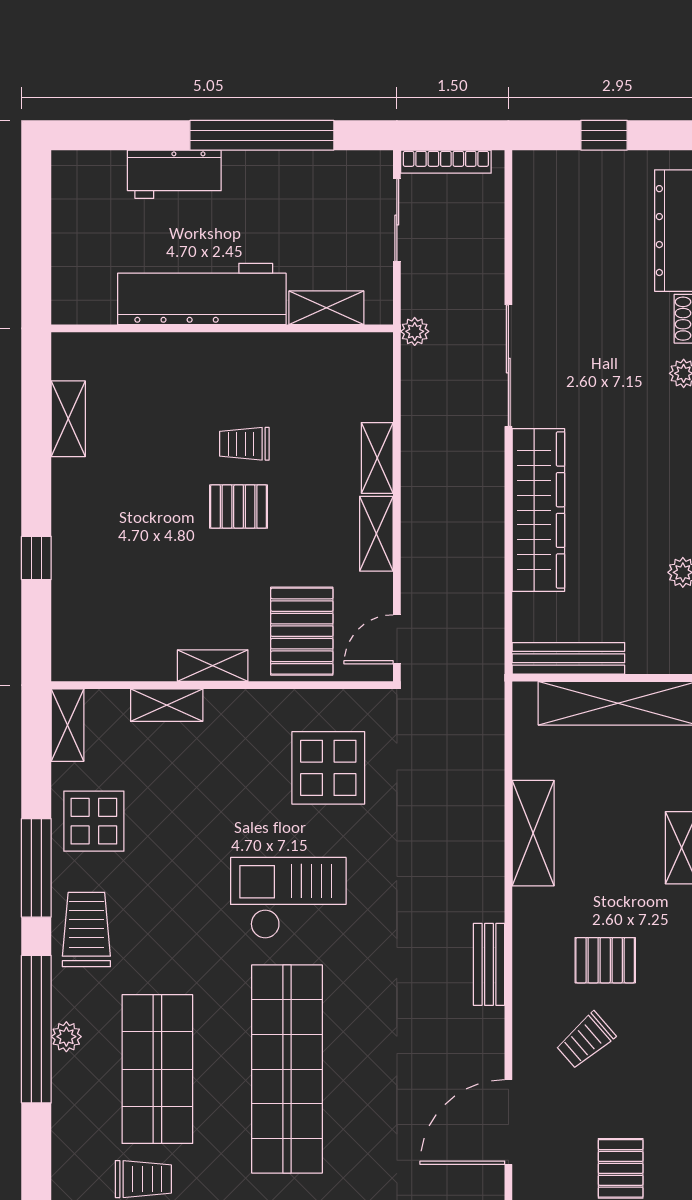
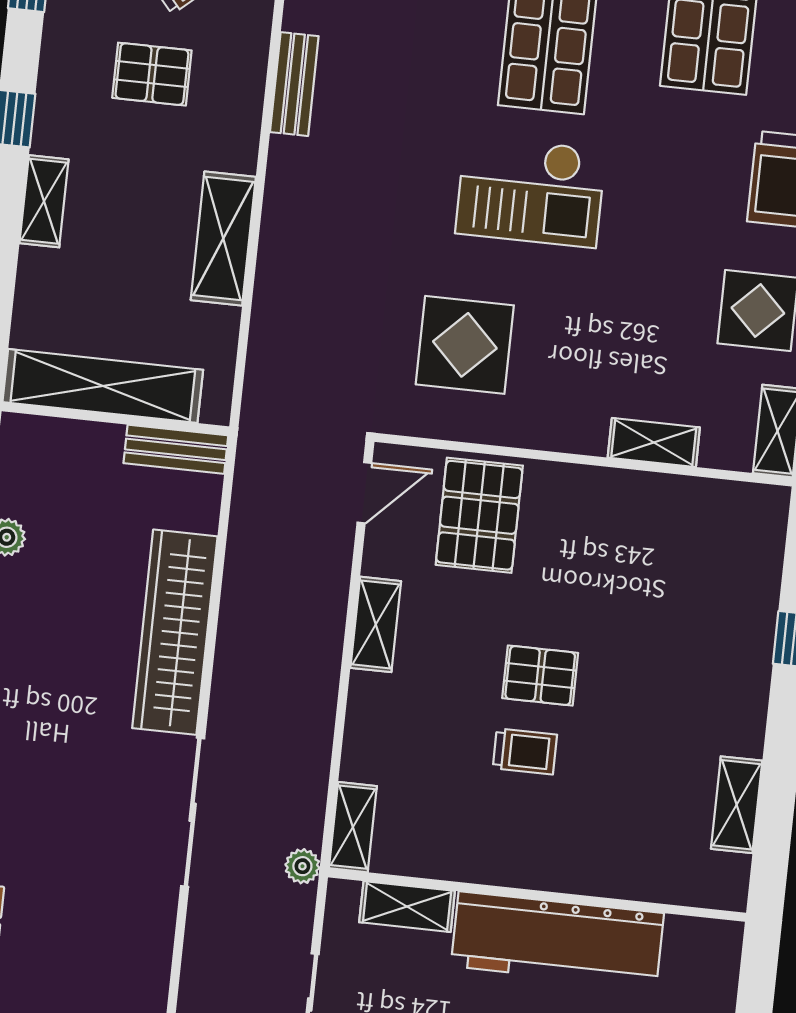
shelving: (377, 458) -> (353, 827), moved
bench: (568, 658) -> (176, 449), width x0.73
shelving: (213, 666) -> (592, 485), removed

